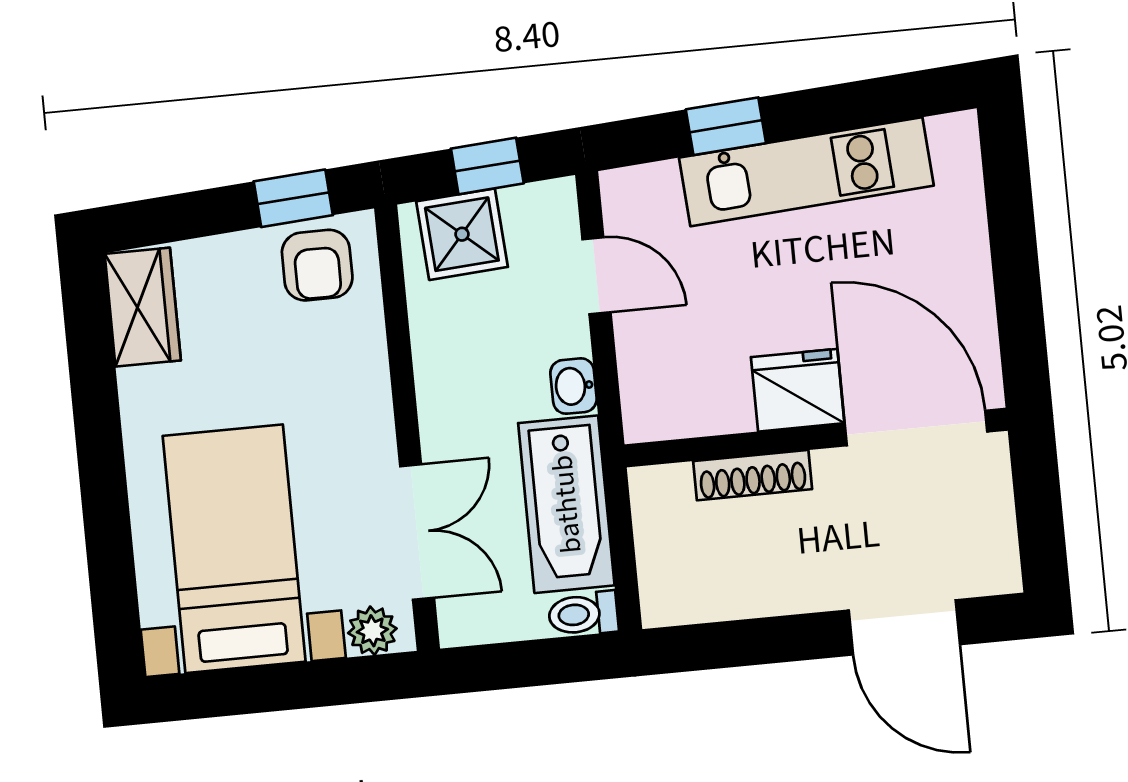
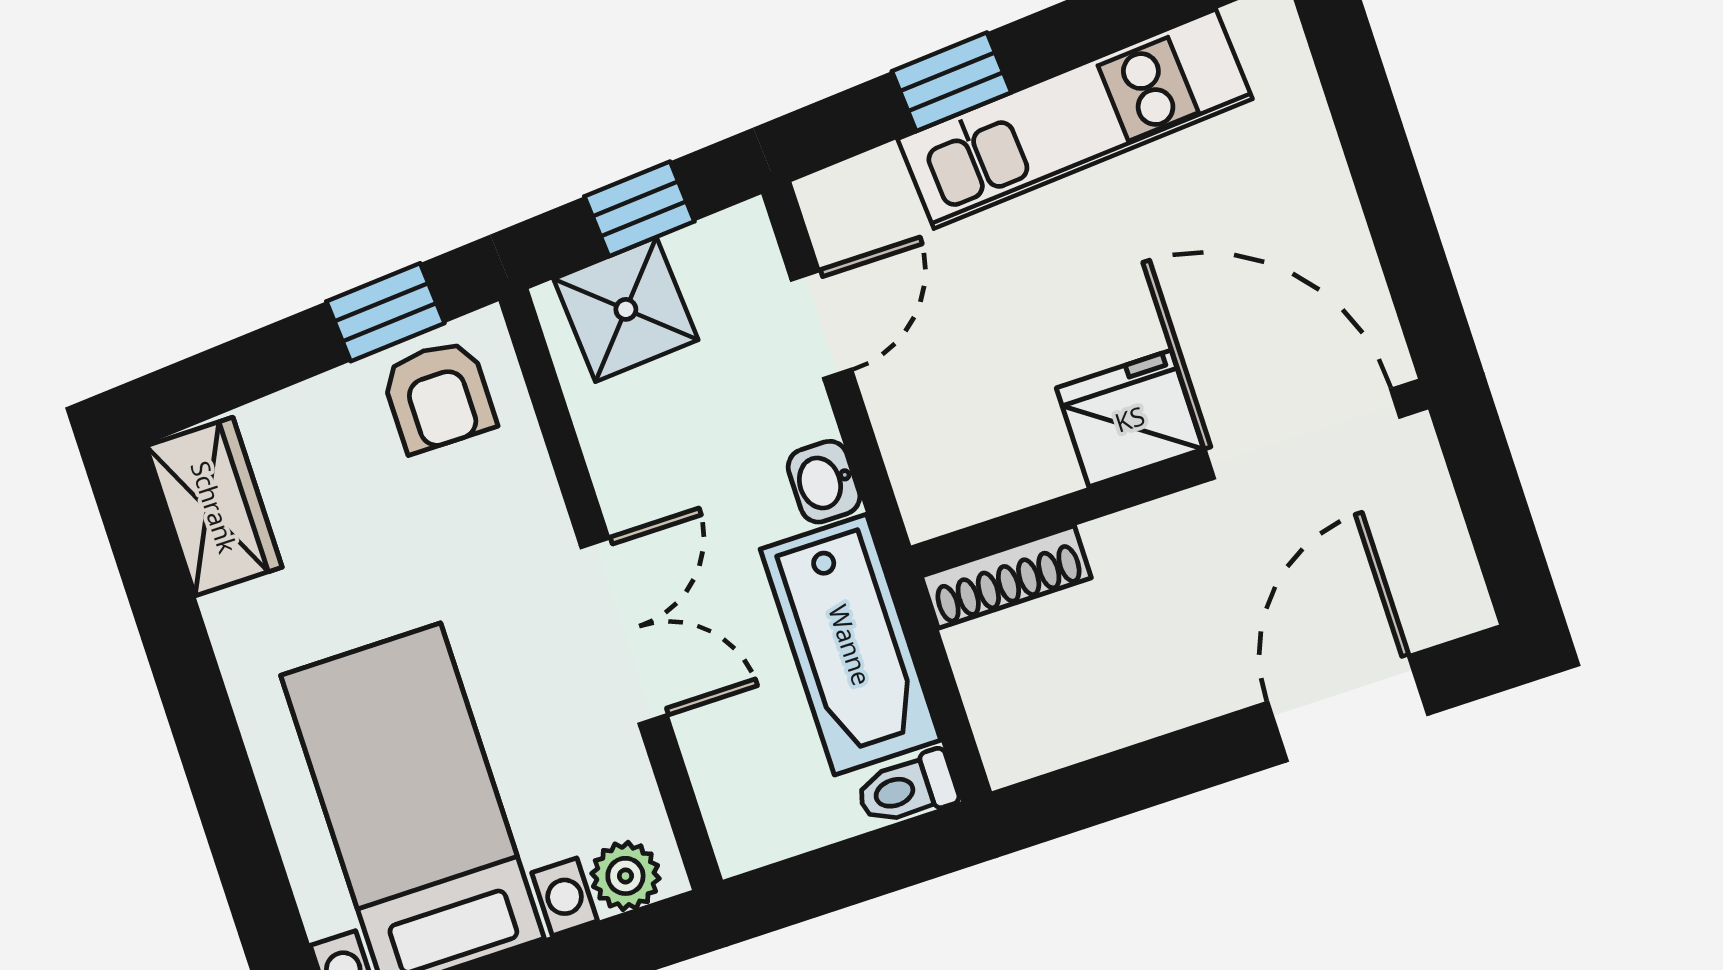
door: (596, 276) -> (821, 325), hinge flipped
shoe rack: (753, 475) -> (1006, 577), moved
double door: (417, 532) -> (624, 631), moved
door: (904, 627) -> (1348, 708), swing flipped

